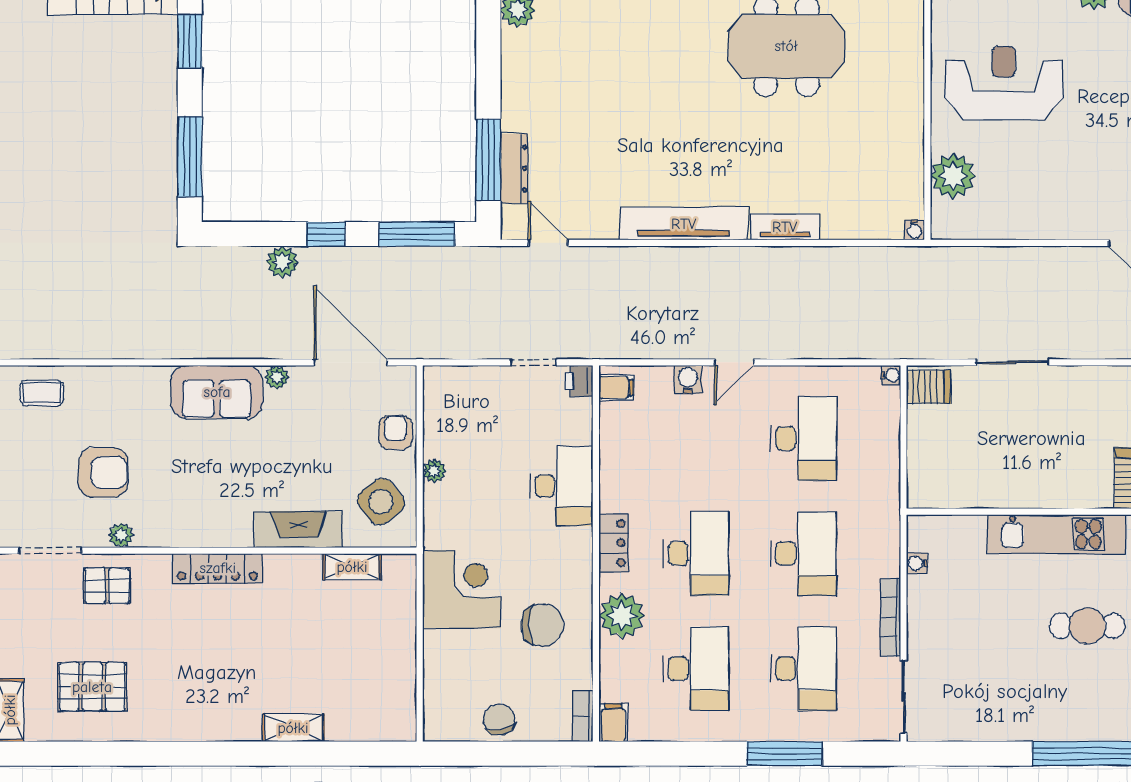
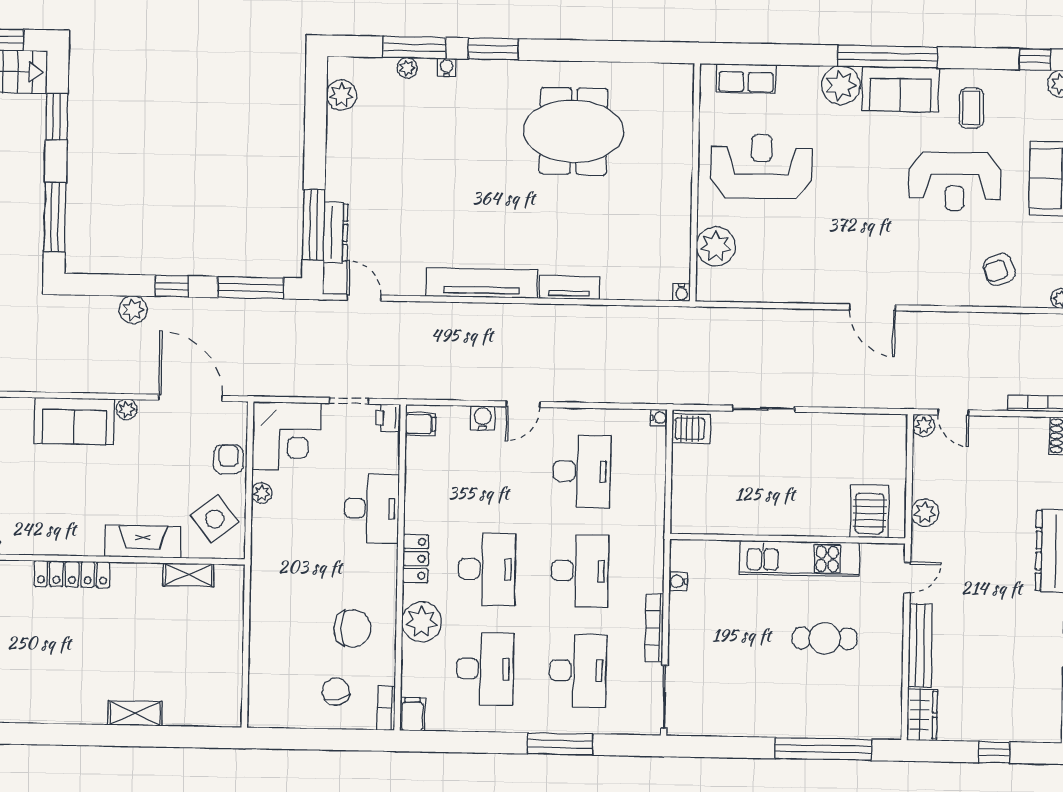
corner desk: (462, 589) -> (286, 436), moved, turned 90
chair: (499, 720) -> (336, 692), moved

